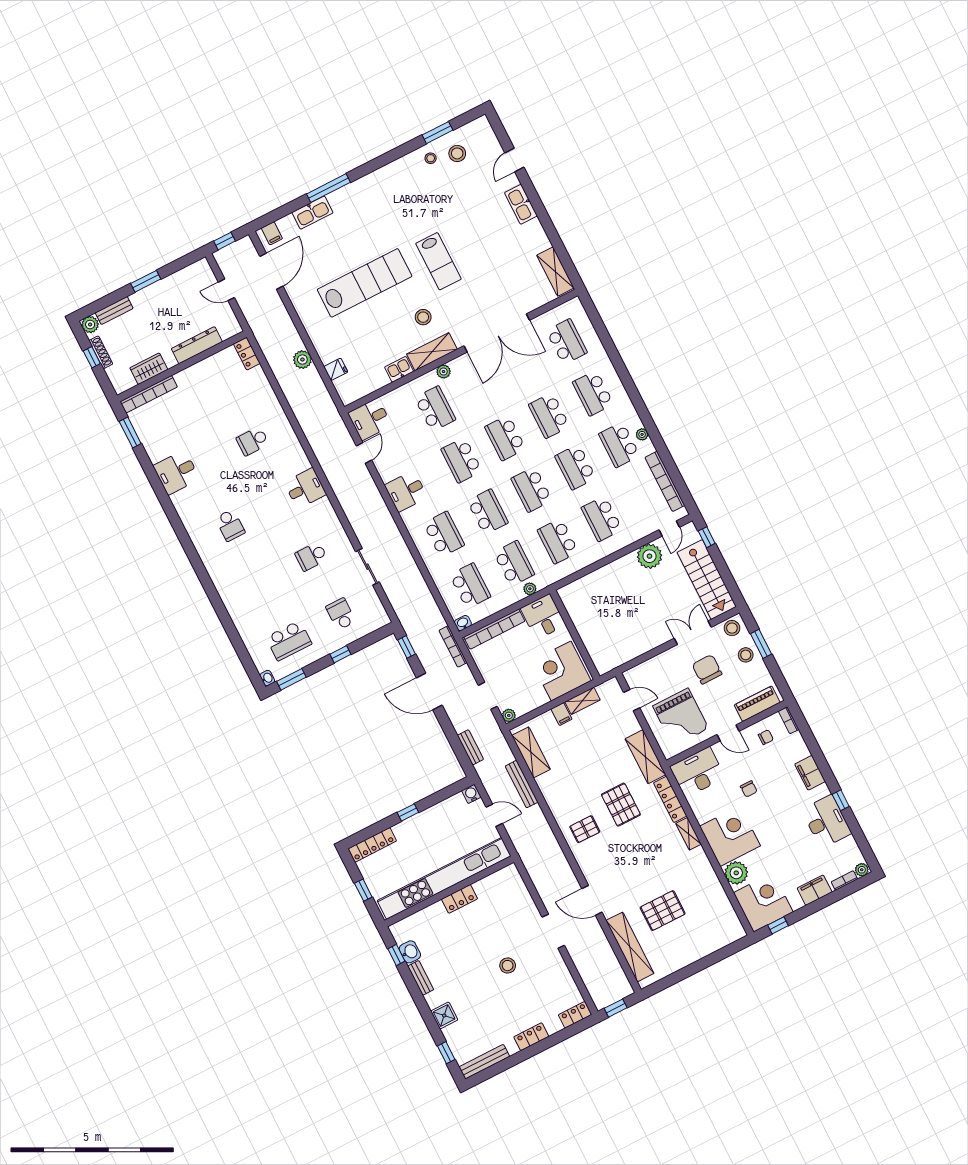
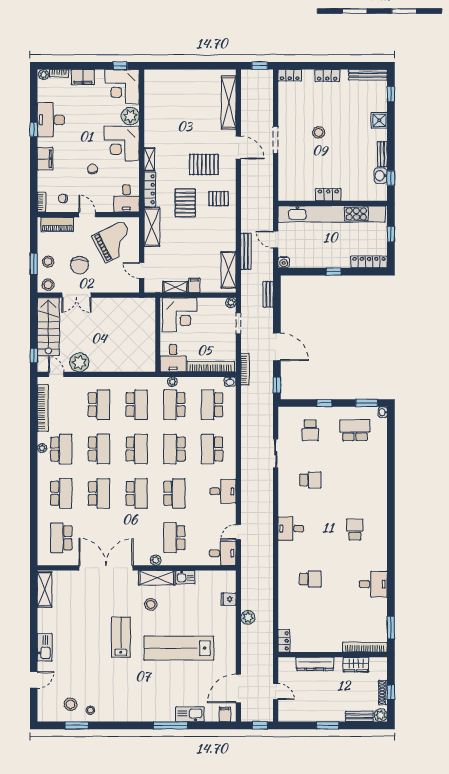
door: (669, 528) -> (56, 374), hinge flipped
grand piano: (681, 717) -> (114, 242), turned 63
desk: (697, 772) -> (126, 198), width x0.73
pallet: (663, 911) -> (204, 164), moved

